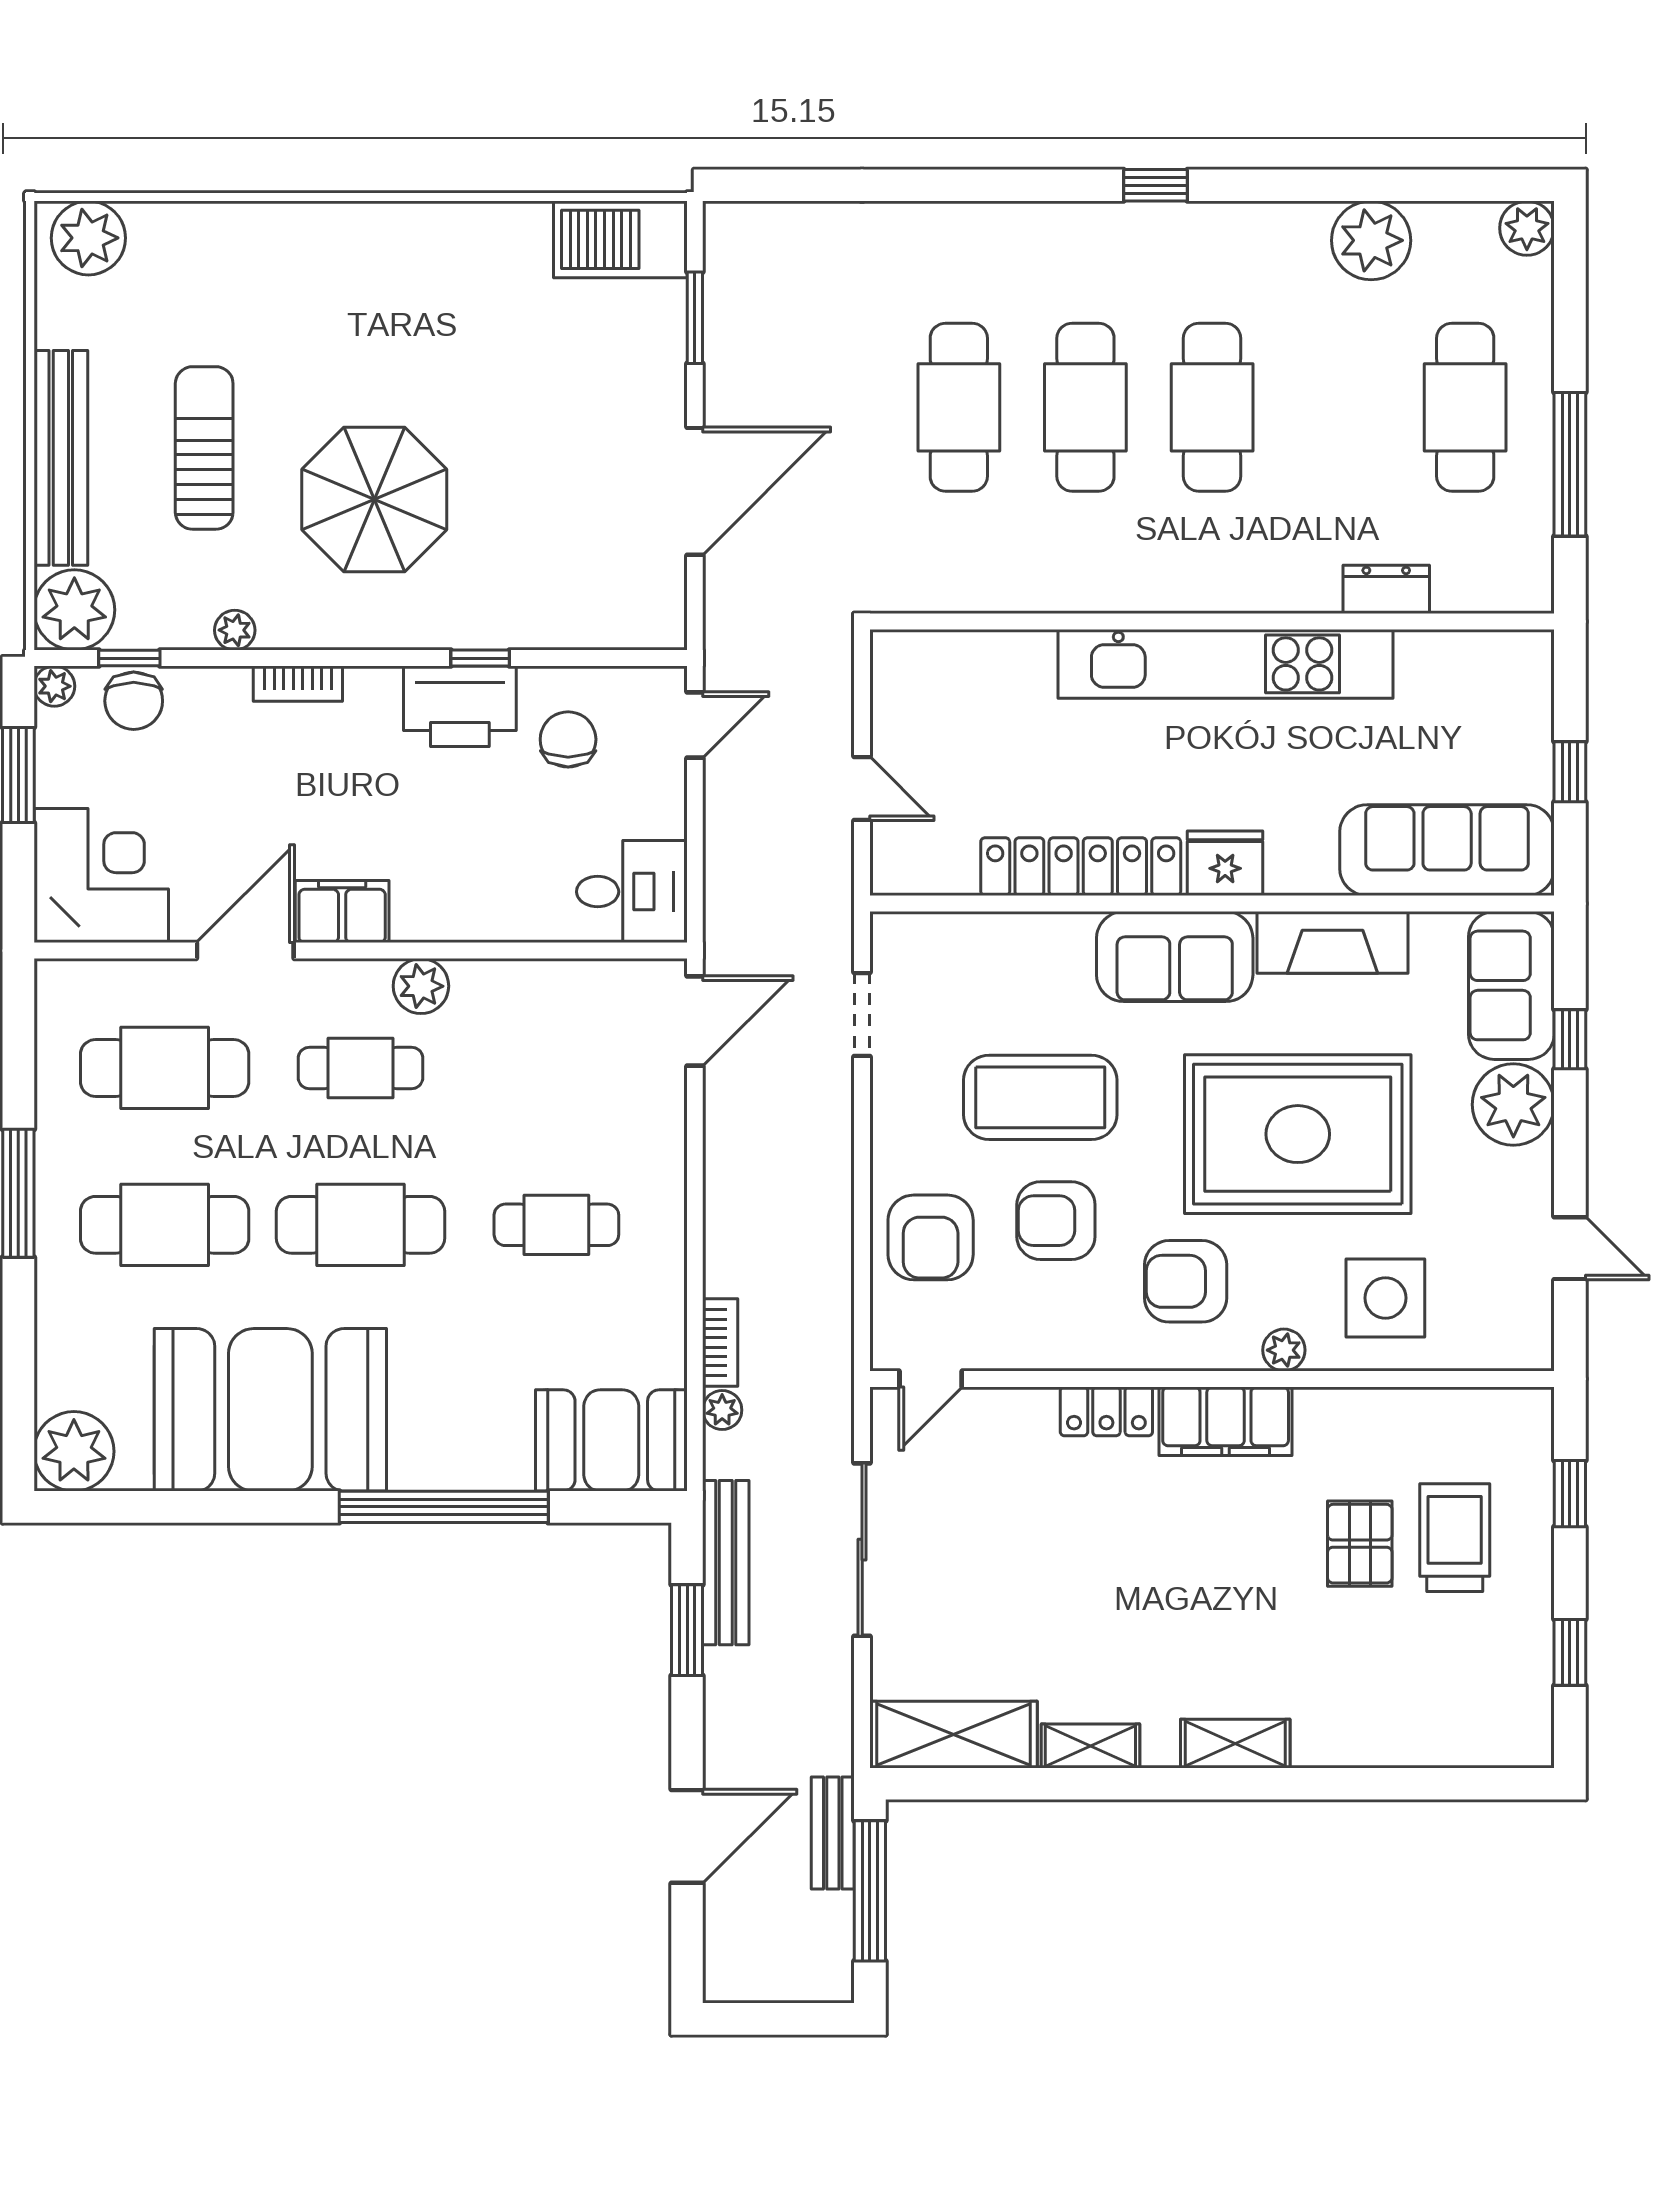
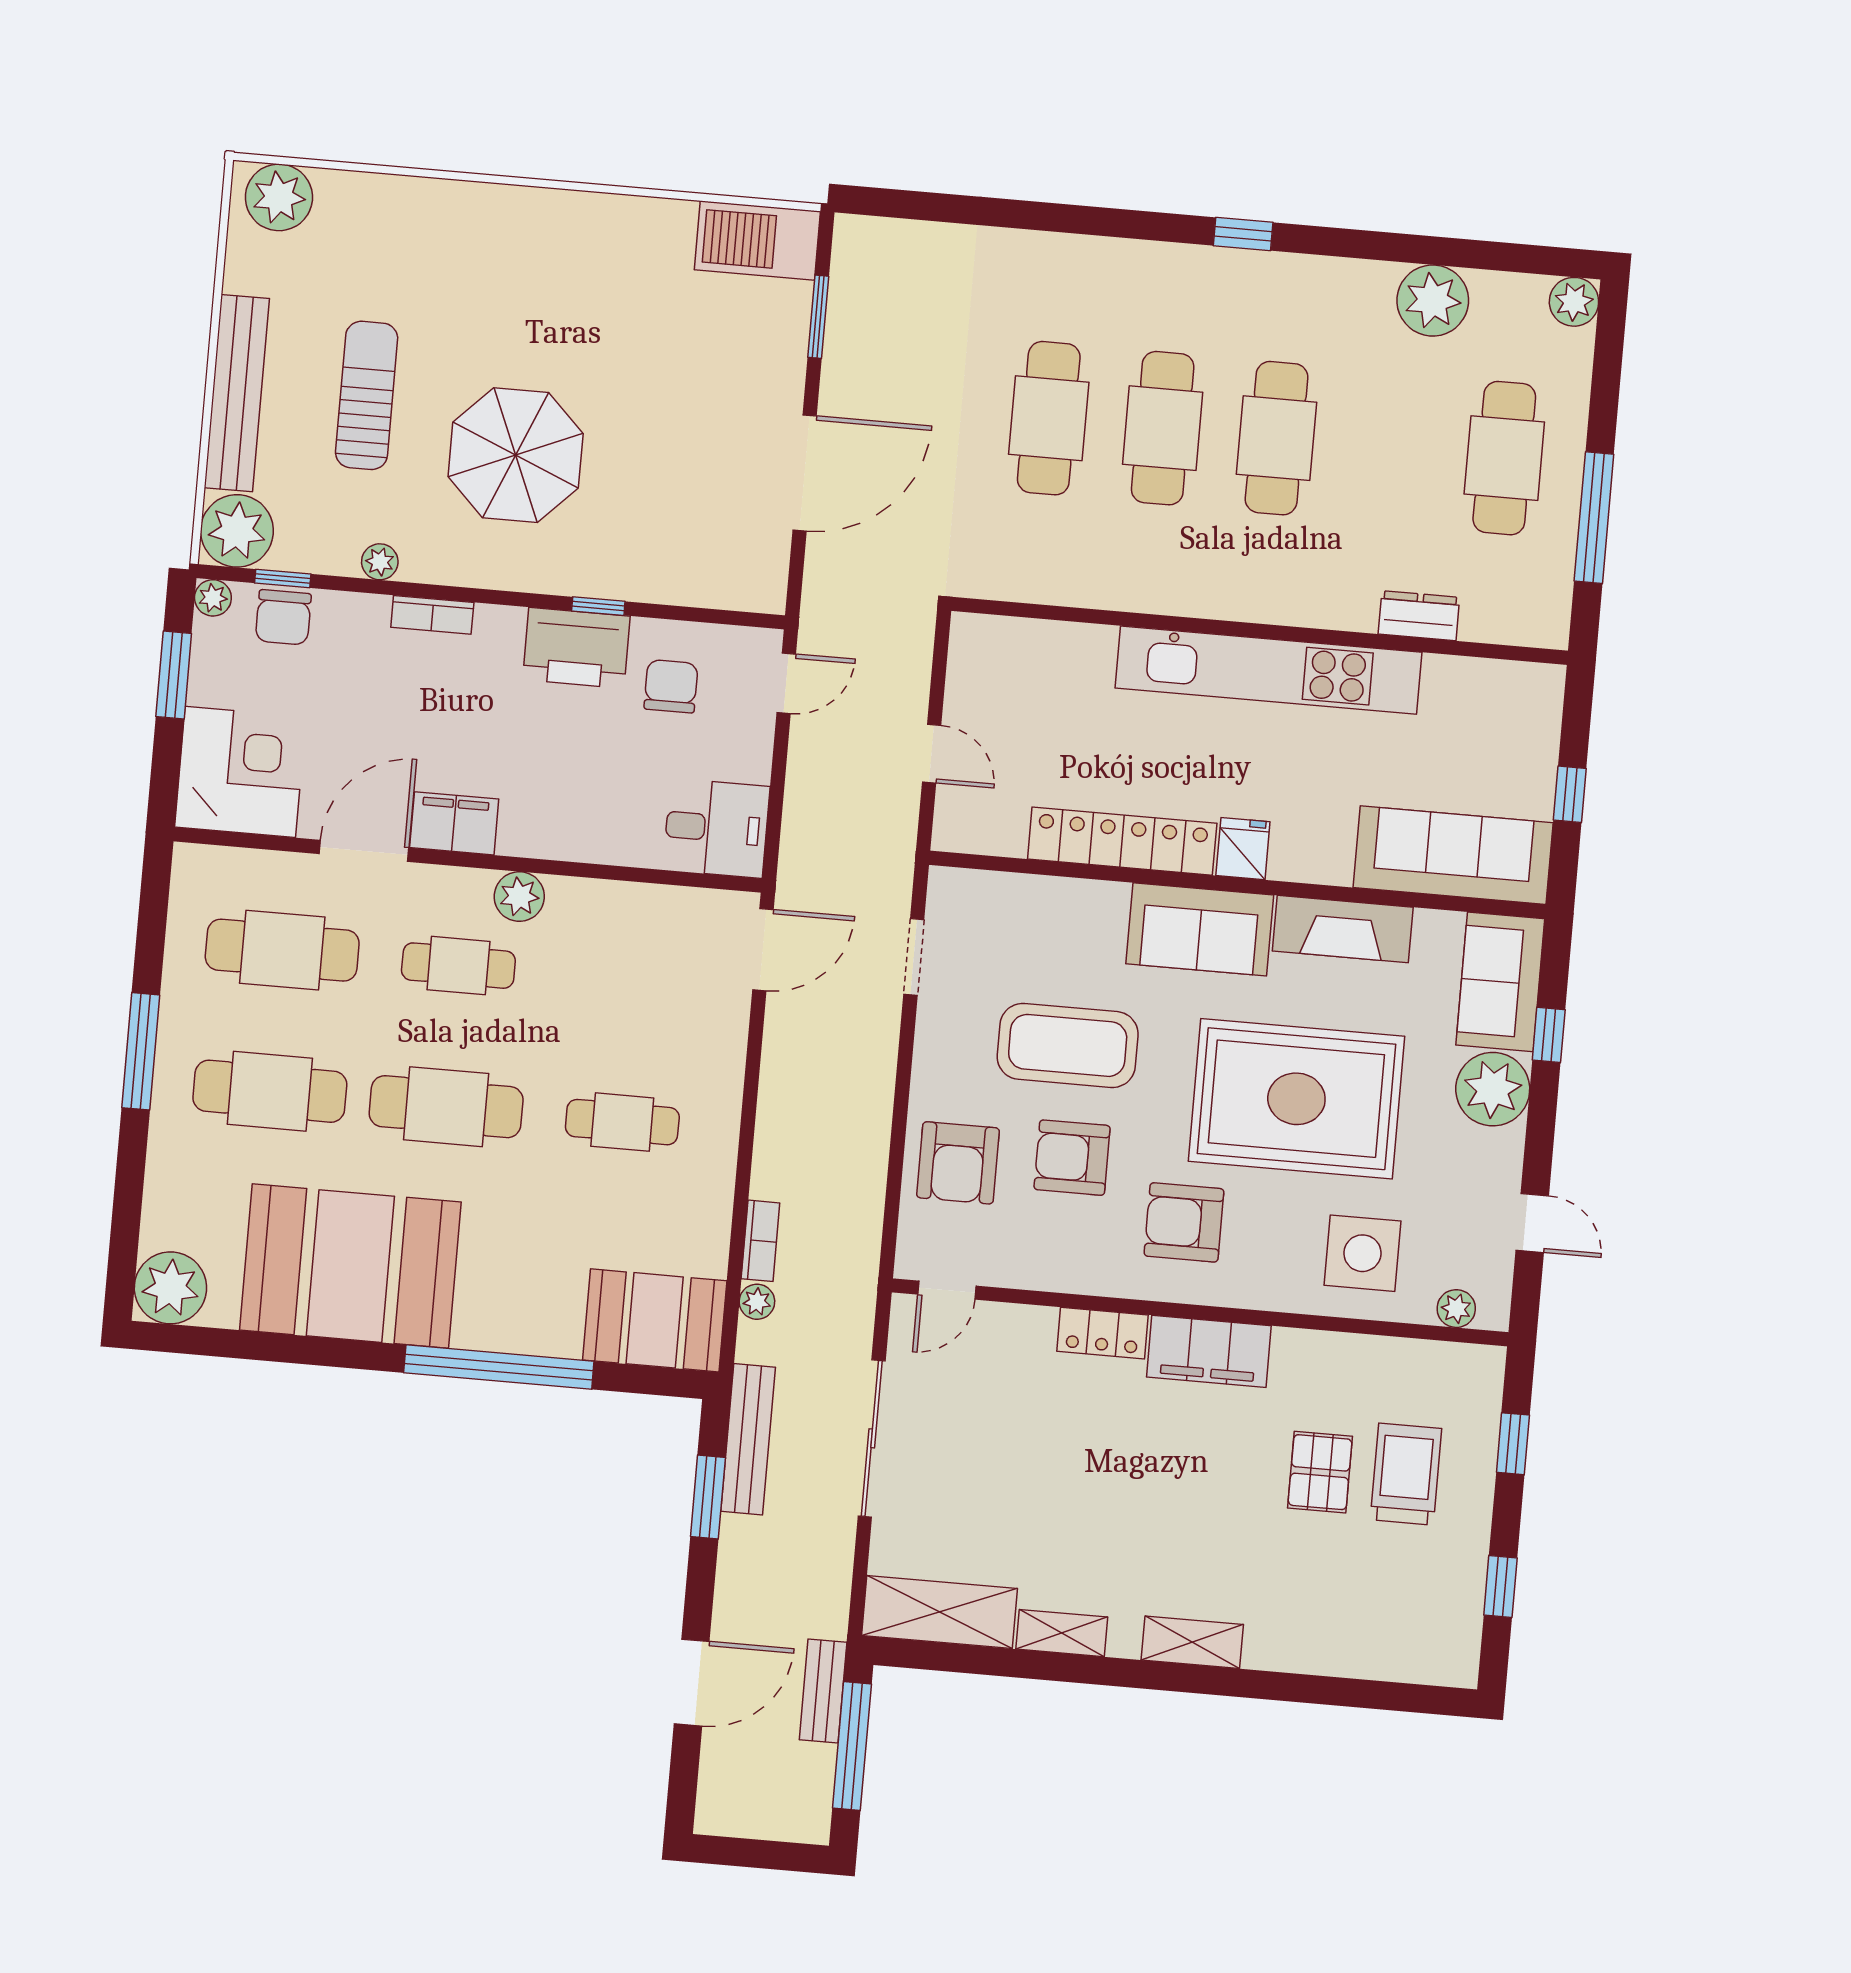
fridge: (1225, 863) -> (1243, 849), width x0.72
plant: (1284, 1350) -> (1456, 1309), moved

